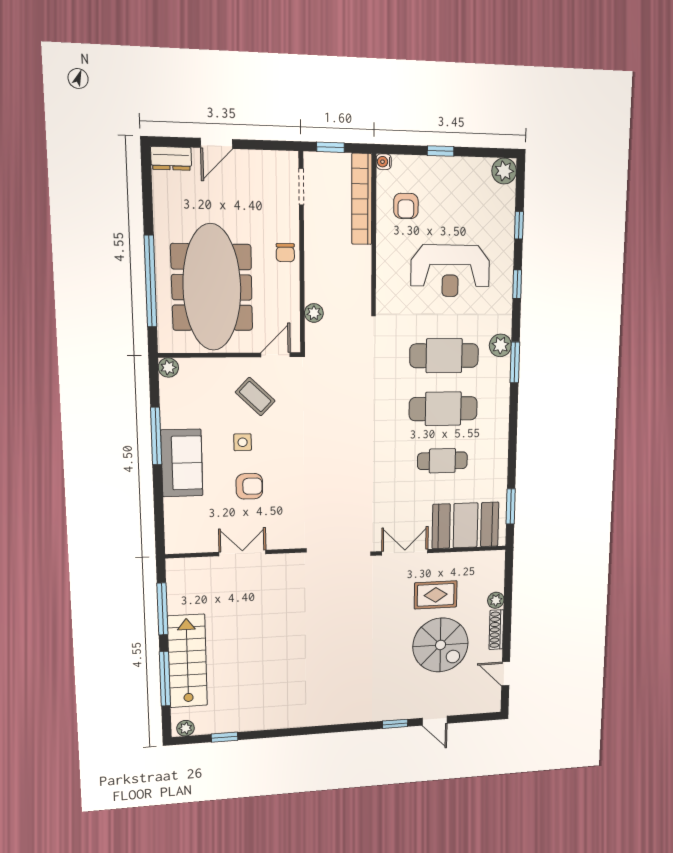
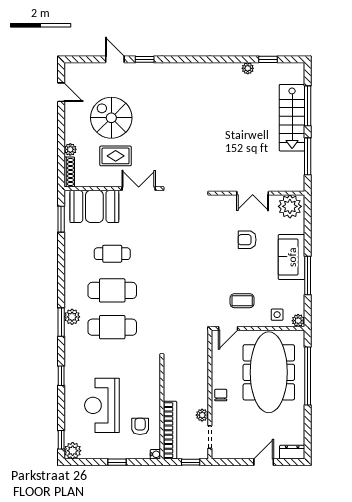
window: (519, 225) -> (61, 440), moved
reception desk: (450, 271) -> (102, 405), moved, turned -90
plant: (314, 313) -> (202, 415), moved
plant: (500, 345) -> (72, 317), moved
coffee table: (255, 397) -> (242, 301), turned -44
side table: (243, 442) -> (277, 315), moved
plant: (187, 536) -> (290, 206), added
double door: (405, 552) -> (139, 189), swing flipped
shoe rack: (496, 630) -> (69, 172), moved
plant: (186, 728) -> (248, 68), moved

